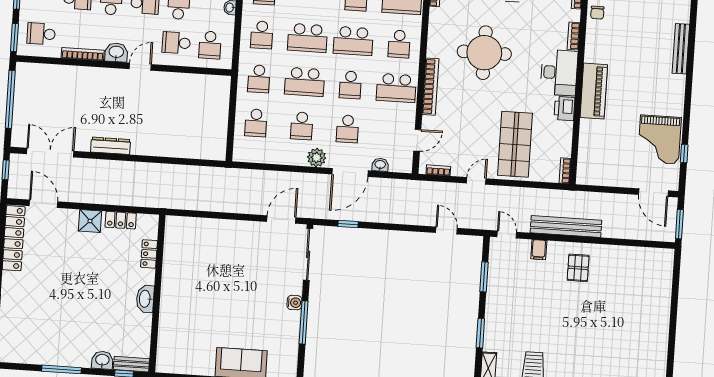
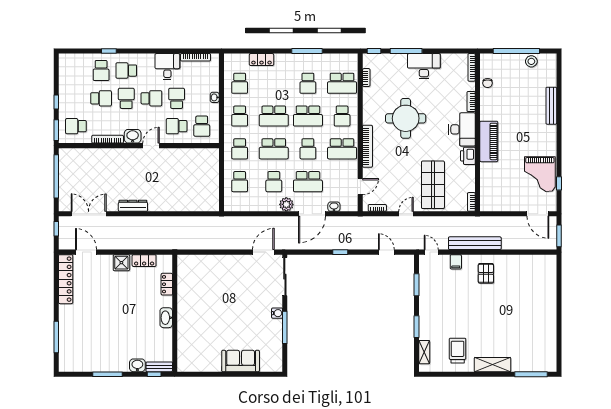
school desk: (347, 129) -> (308, 182), width x1.85
window: (348, 224) -> (340, 252), moved

